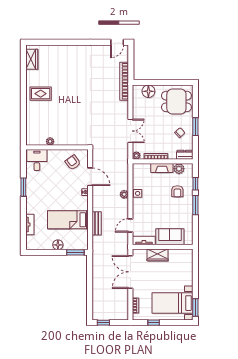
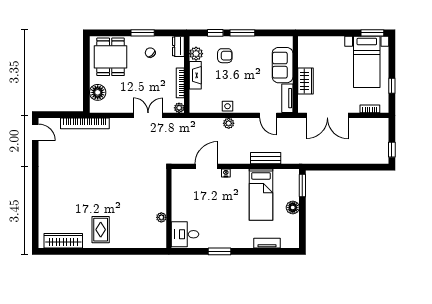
wardrobe: (32, 59) -> (63, 241), width x1.50
armchair: (73, 162) -> (188, 188), removed

